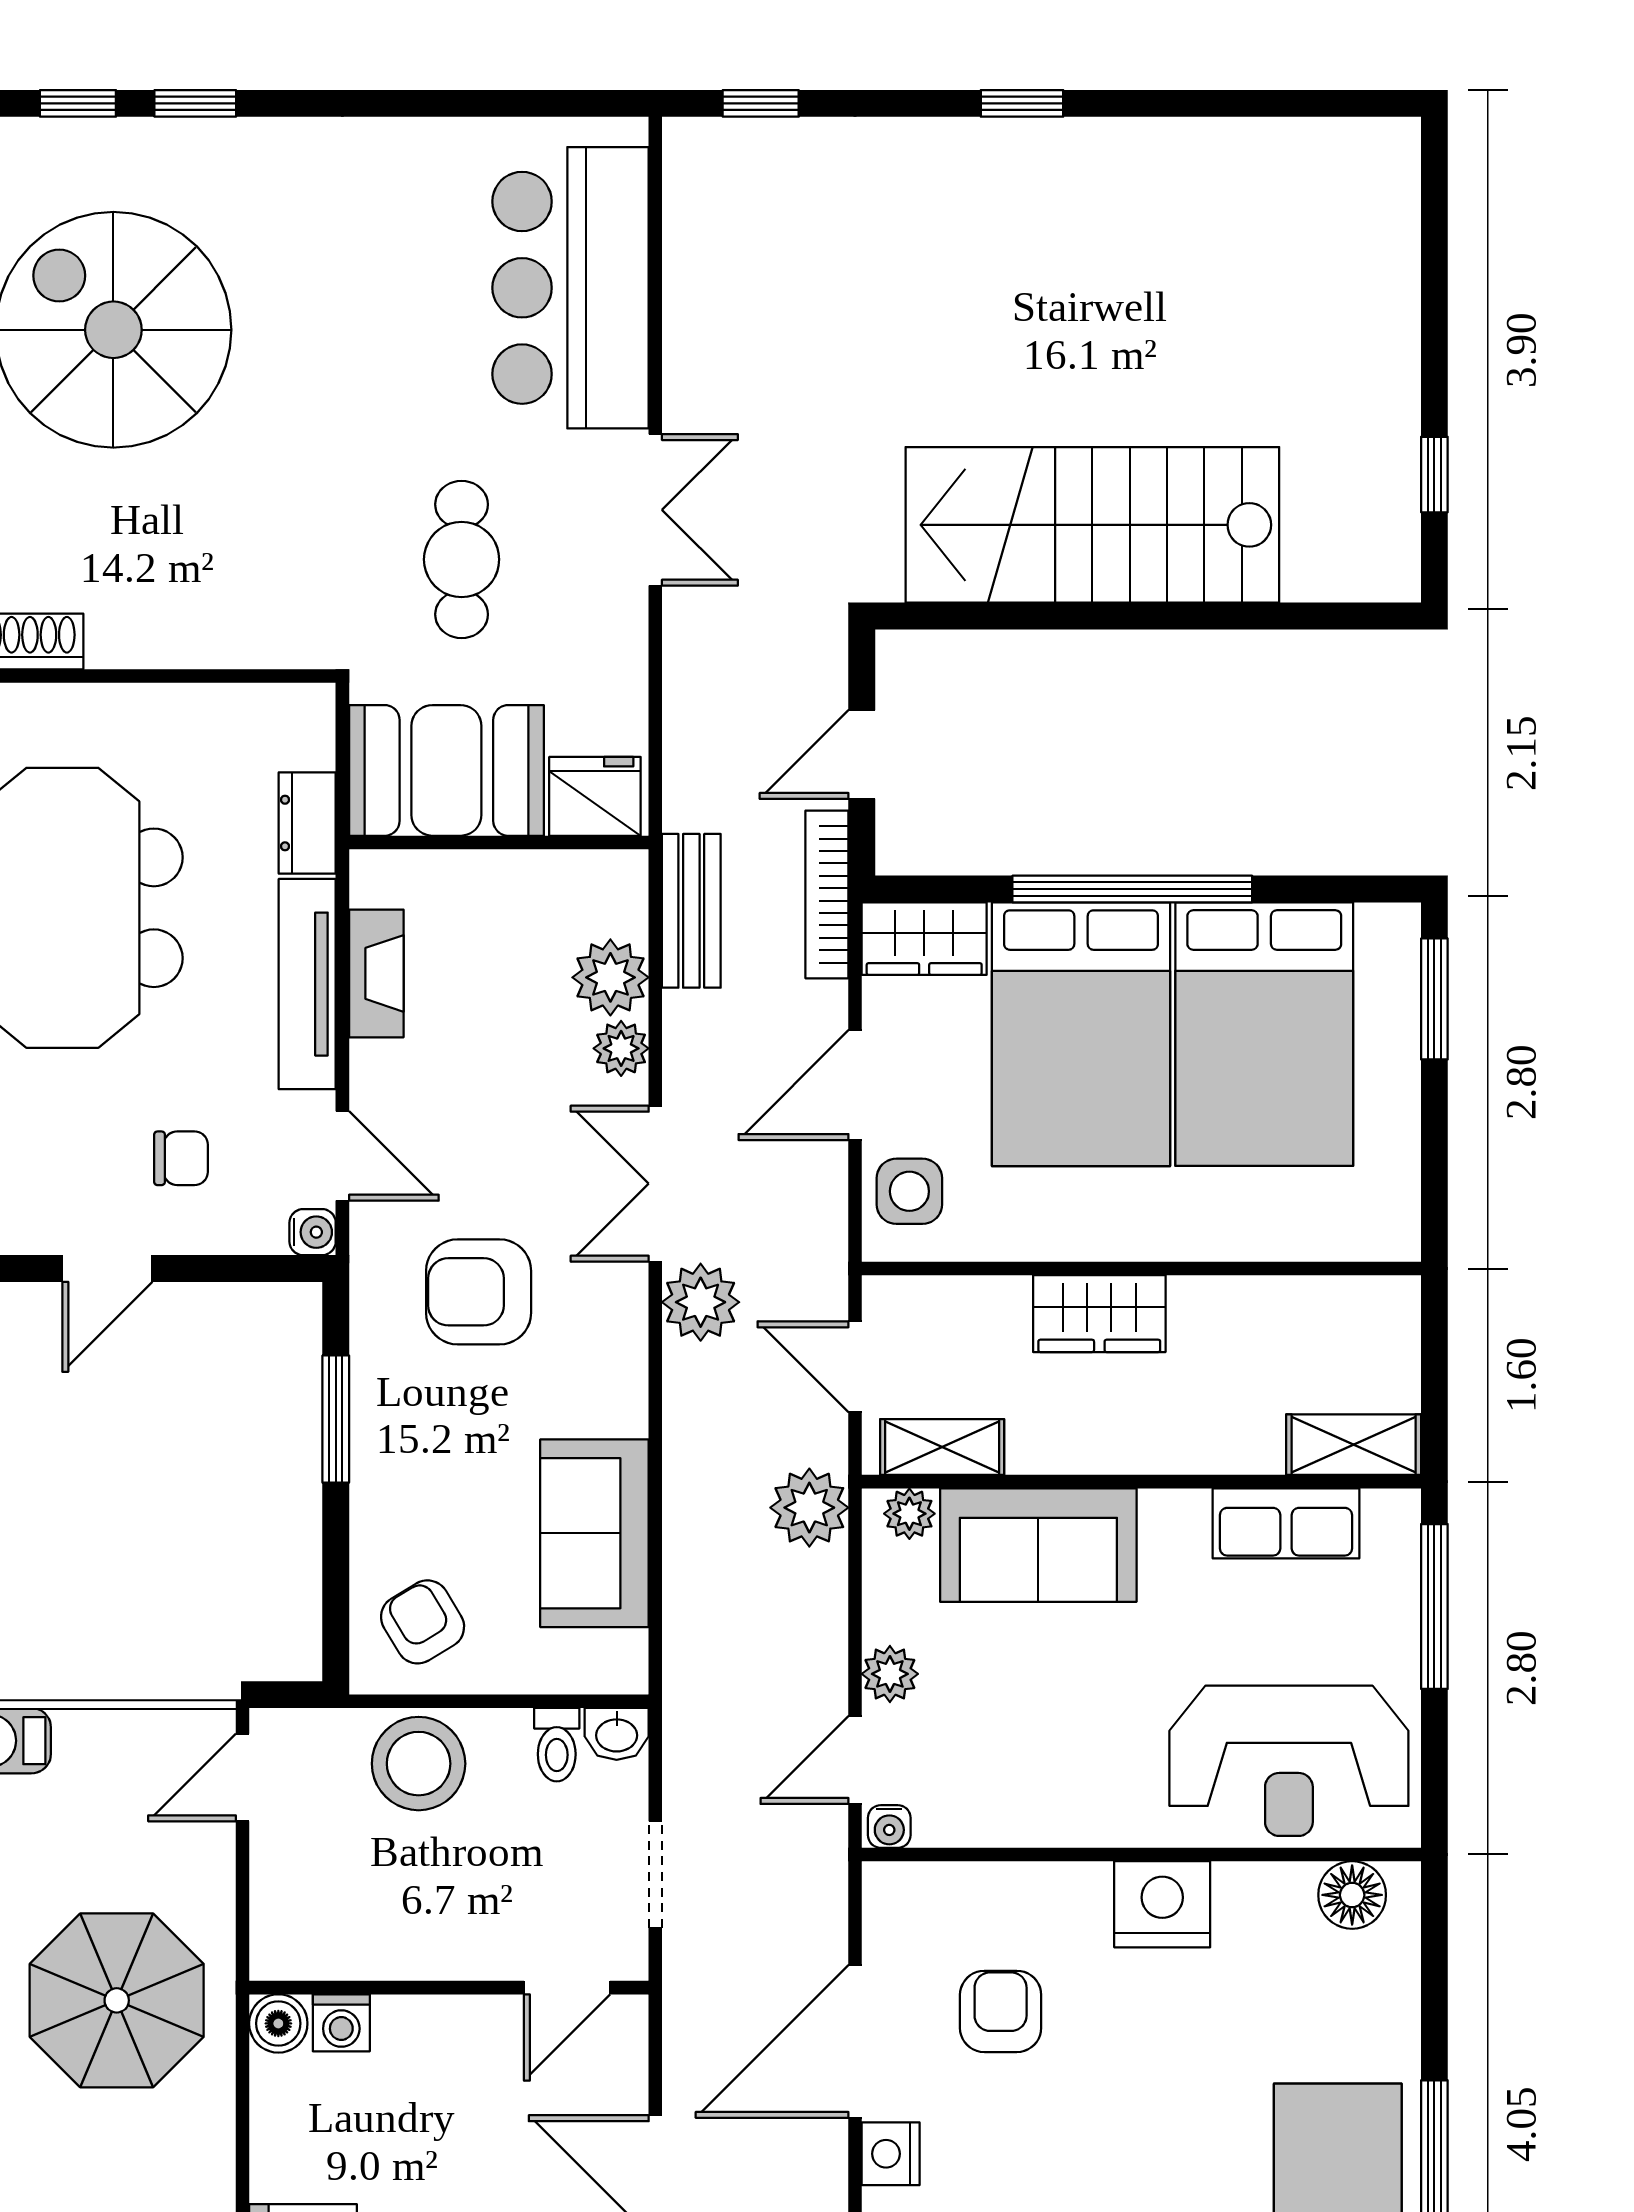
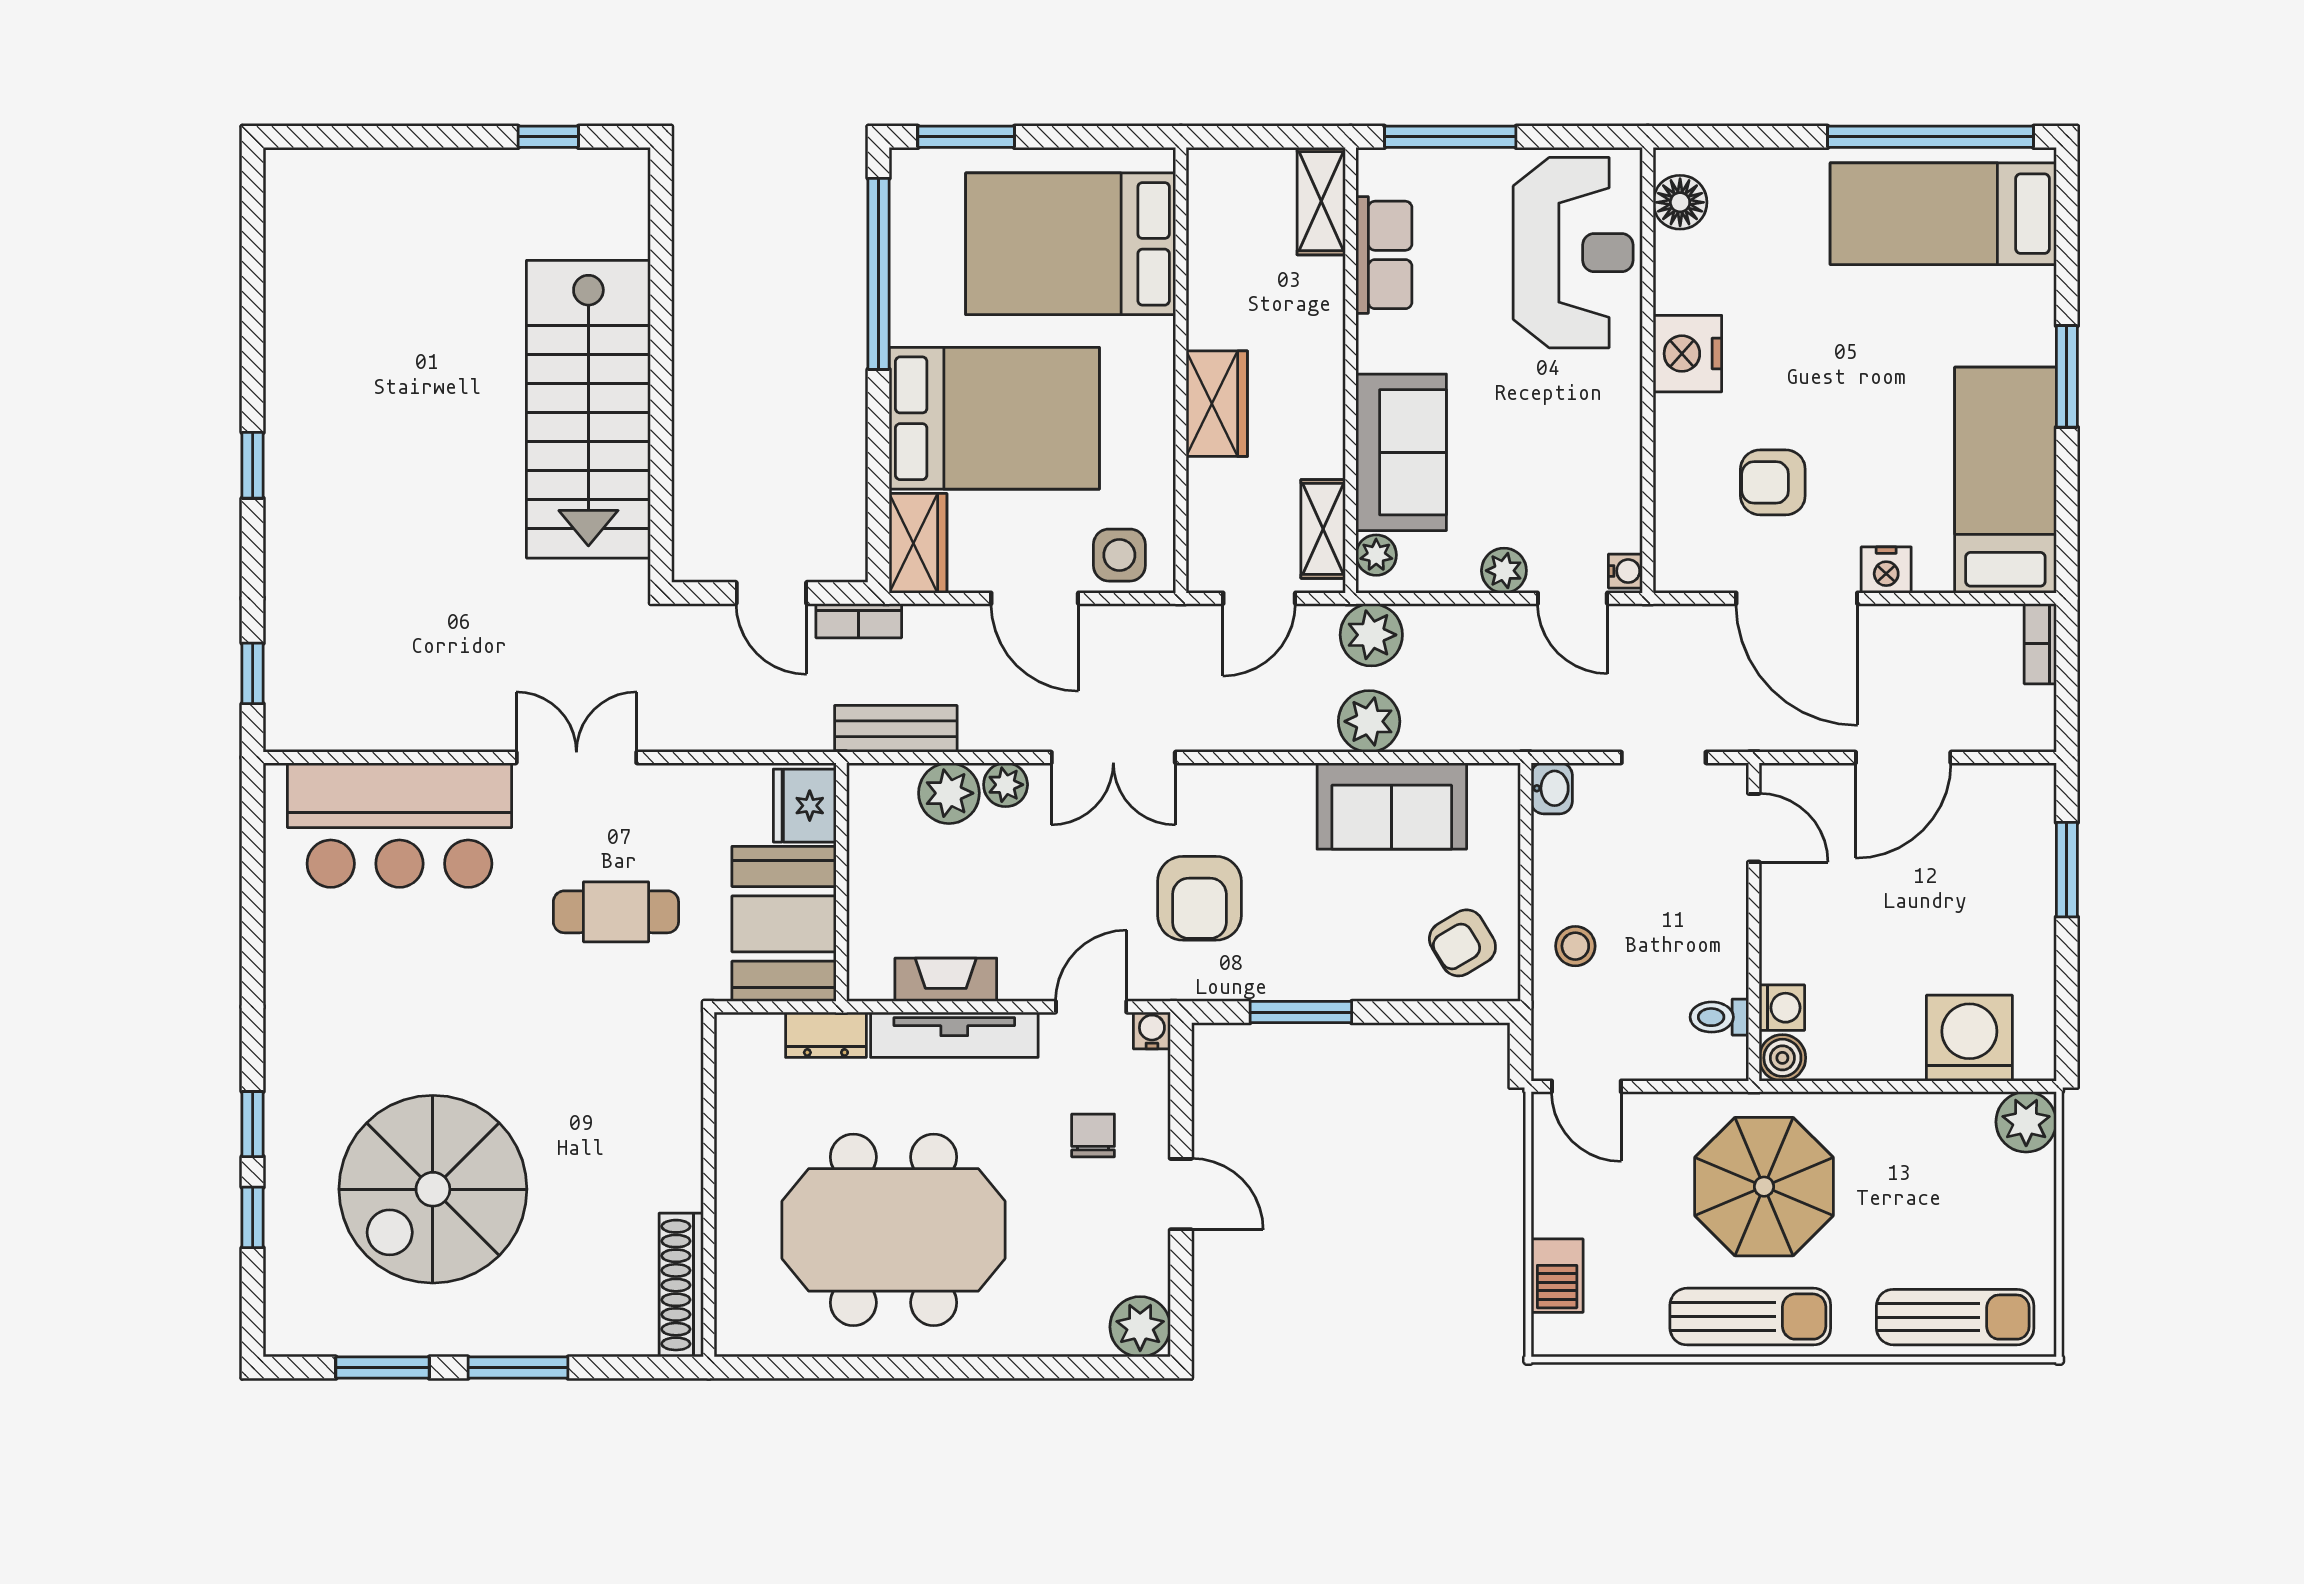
window: (1132, 889) -> (879, 274), moved
bookcase: (827, 894) -> (859, 621), width x0.64
bed: (1264, 1034) -> (1071, 244), moved, turned 180
plant: (701, 1302) -> (1369, 721), moved
toilet: (557, 1745) -> (1719, 1017), moved, turned 180
stool: (419, 1764) -> (1575, 946), width x0.53, depth x0.53

